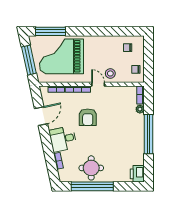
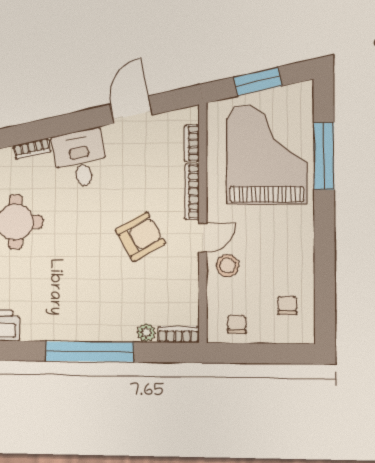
window: (50, 31) -> (324, 156), moved
window: (29, 60) -> (258, 81), width x0.69
door: (41, 116) -> (131, 110), swing flipped
armchair: (88, 117) -> (140, 237), moved, turned 150

